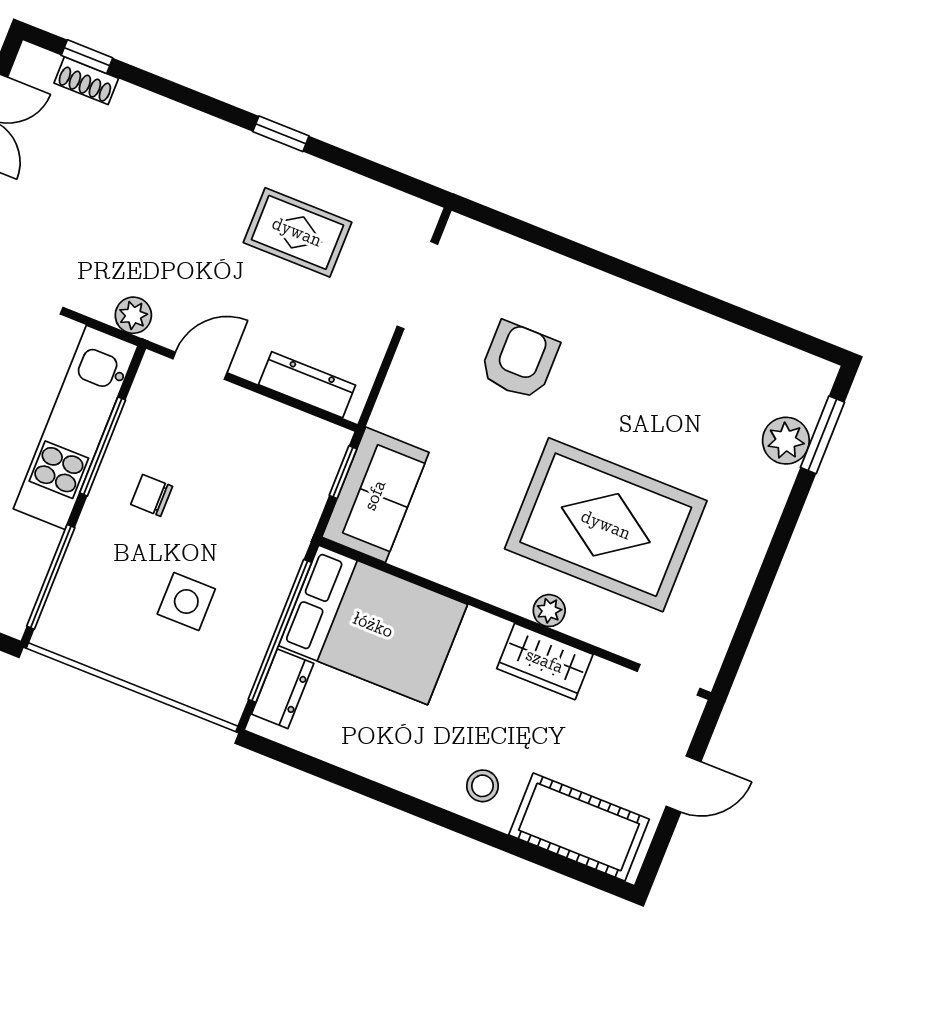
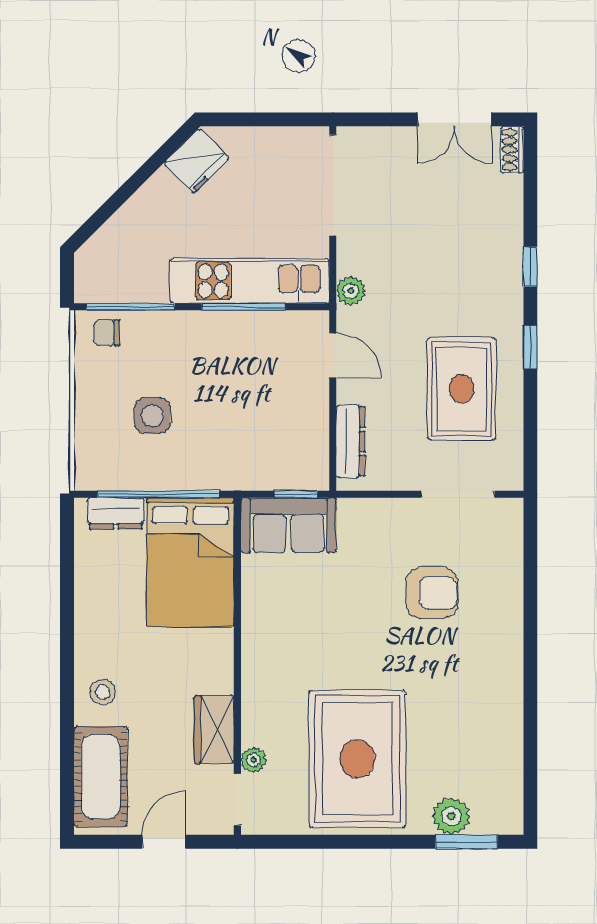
window: (87, 57) -> (530, 267), moved
shoe rack: (86, 81) -> (512, 150), moved
rug: (297, 232) -> (462, 389), width x1.36, depth x1.43
chair: (152, 495) -> (107, 333), moved, turned -90
rug: (606, 525) -> (357, 759), moved
plant: (549, 611) -> (254, 760), moved
wardrobe: (545, 661) -> (214, 729), moved
door: (684, 784) -> (164, 842), swing flipped

